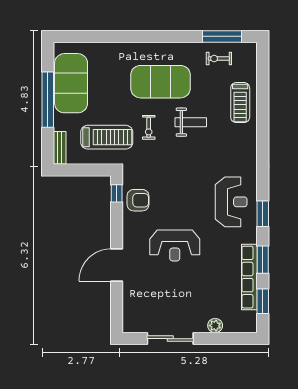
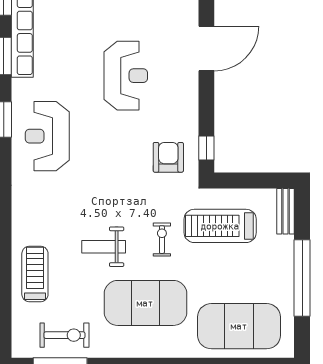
exercise bike: (219, 59) -> (64, 335), width x1.38, depth x1.39
exercise mat: (71, 83) -> (239, 326), moved, turned 90
armchair: (138, 200) -> (168, 157), moved, turned 90
reception desk: (175, 245) -> (126, 76), turned 90

